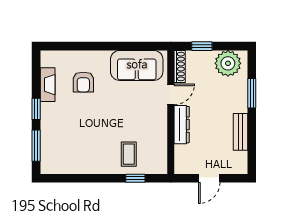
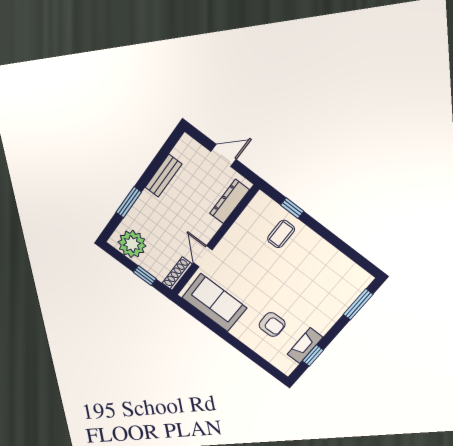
armchair: (83, 82) -> (272, 325), turned 89
door: (171, 94) -> (203, 256), hinge flipped
window: (36, 109) -> (313, 356), moved
dresser: (182, 125) -> (229, 202), moved

